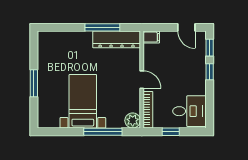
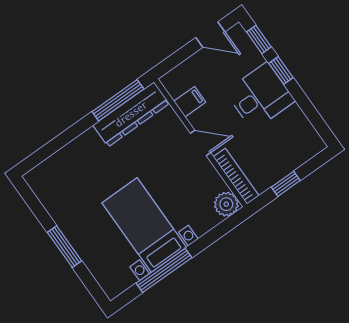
window: (102, 27) -> (118, 100), moved
filing cabinet: (151, 37) -> (190, 102), moved
desk: (189, 111) -> (260, 96), moved
window: (103, 132) -> (164, 270), moved

